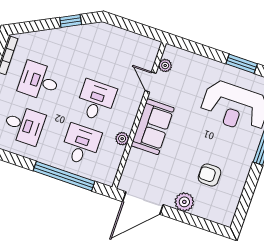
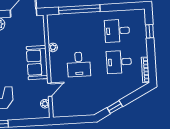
desk: (39, 81) -> (119, 62), turned 180
door: (151, 82) -> (50, 90), hinge flipped
desk: (81, 145) -> (77, 33), removed

